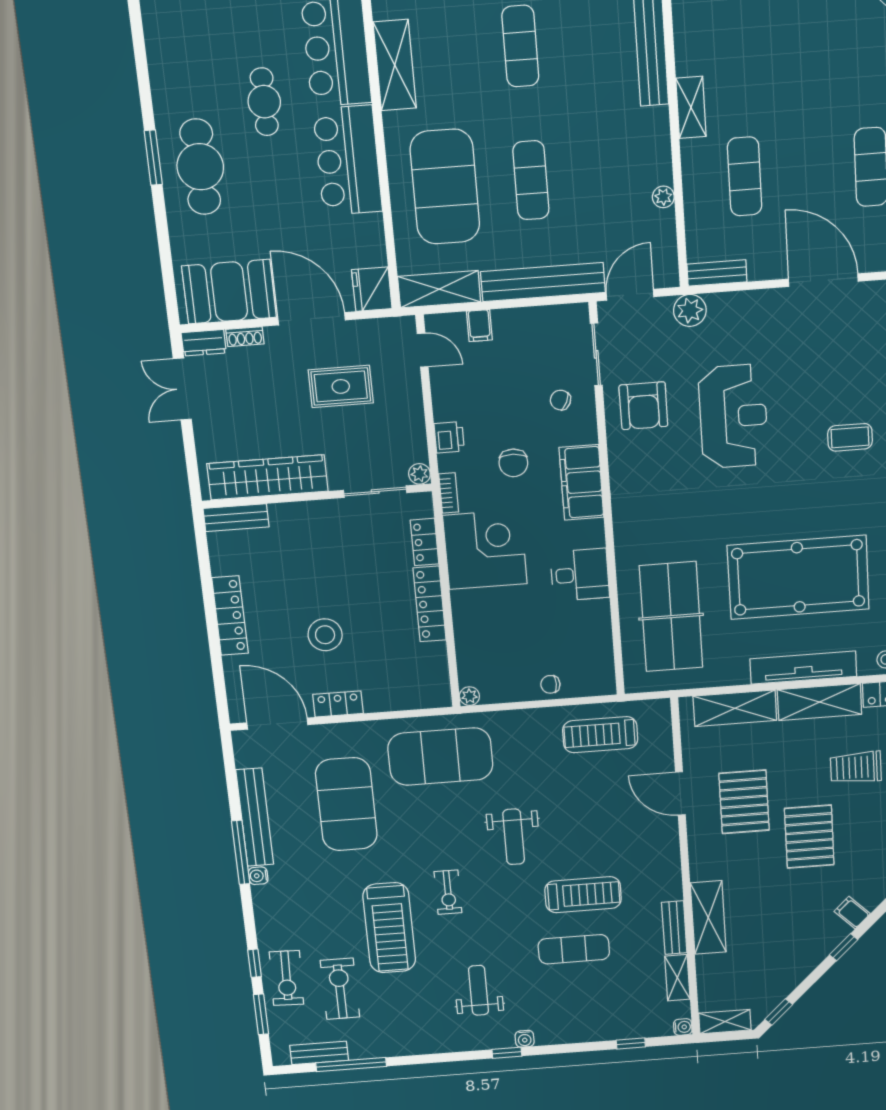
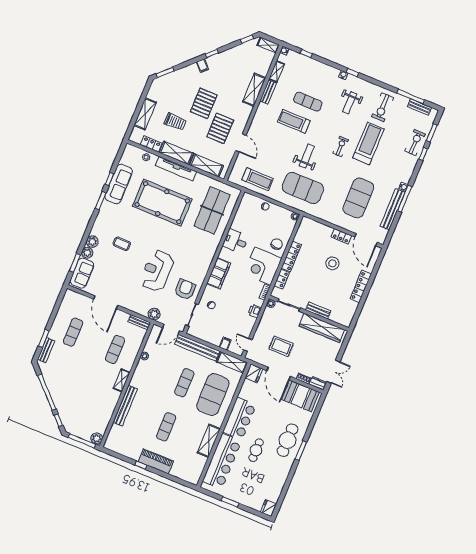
chair: (513, 463) -> (277, 244), moved
bench: (236, 518) -> (318, 310), moved
exercise mat: (440, 757) -> (303, 188), moved
exercise bike: (340, 989) -> (383, 107), moved

